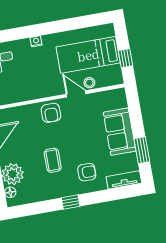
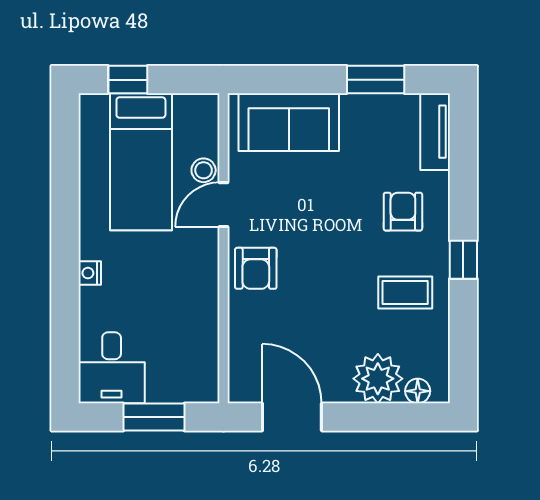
window: (125, 58) -> (128, 80), moved
armchair: (51, 113) -> (256, 268), turned 90
sofa: (120, 132) -> (289, 122), moved
coffee table: (53, 160) -> (405, 292), moved

